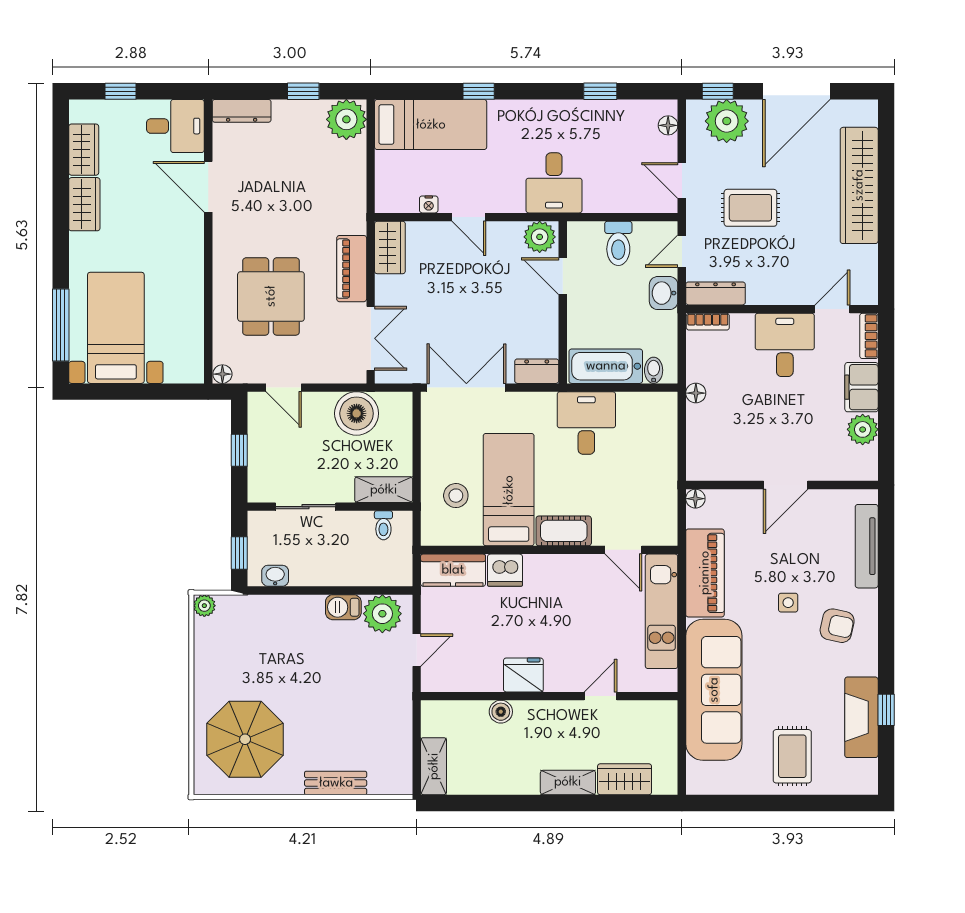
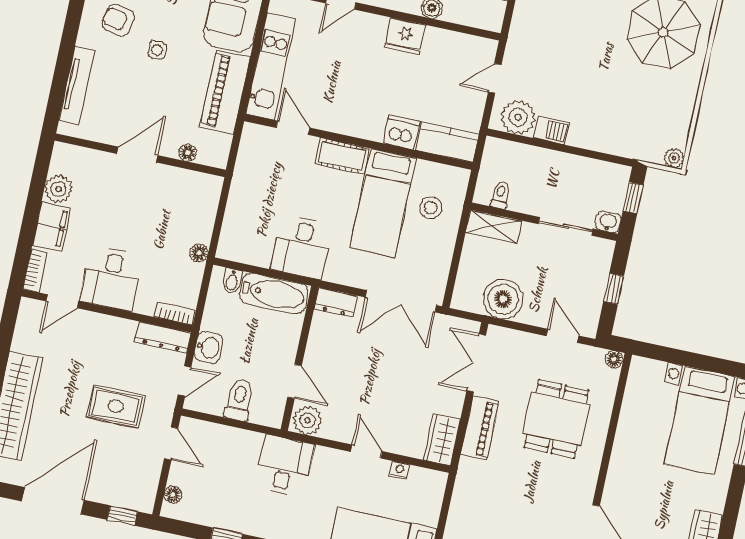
plant: (727, 121) -> (120, 488), removed
floor lamp: (695, 499) -> (188, 153), moved
washbasin: (275, 576) -> (608, 222), moved, turned 180

